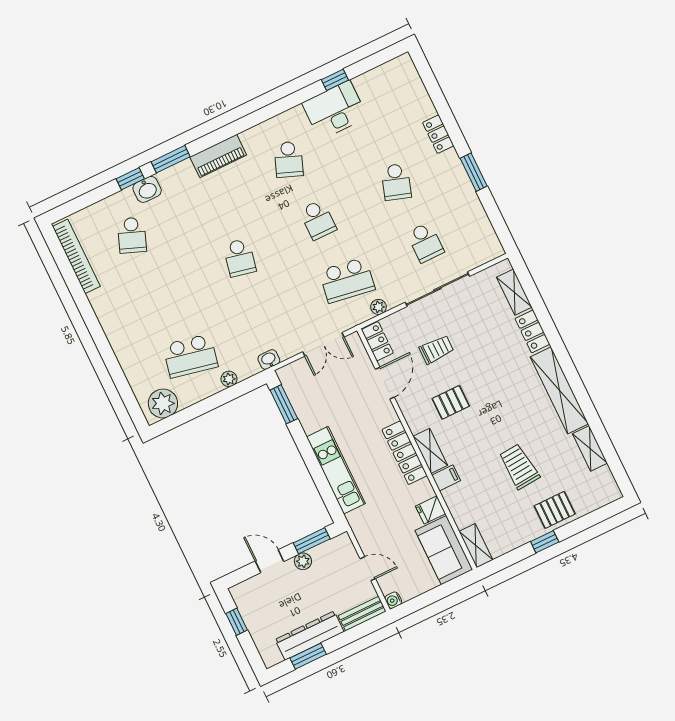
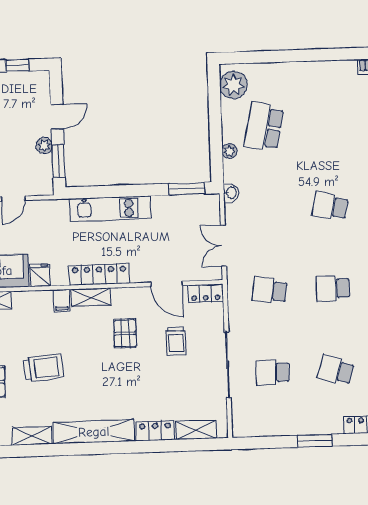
school desk: (347, 280) -> (270, 290), width x0.54
plant: (378, 307) -> (235, 307), removed

